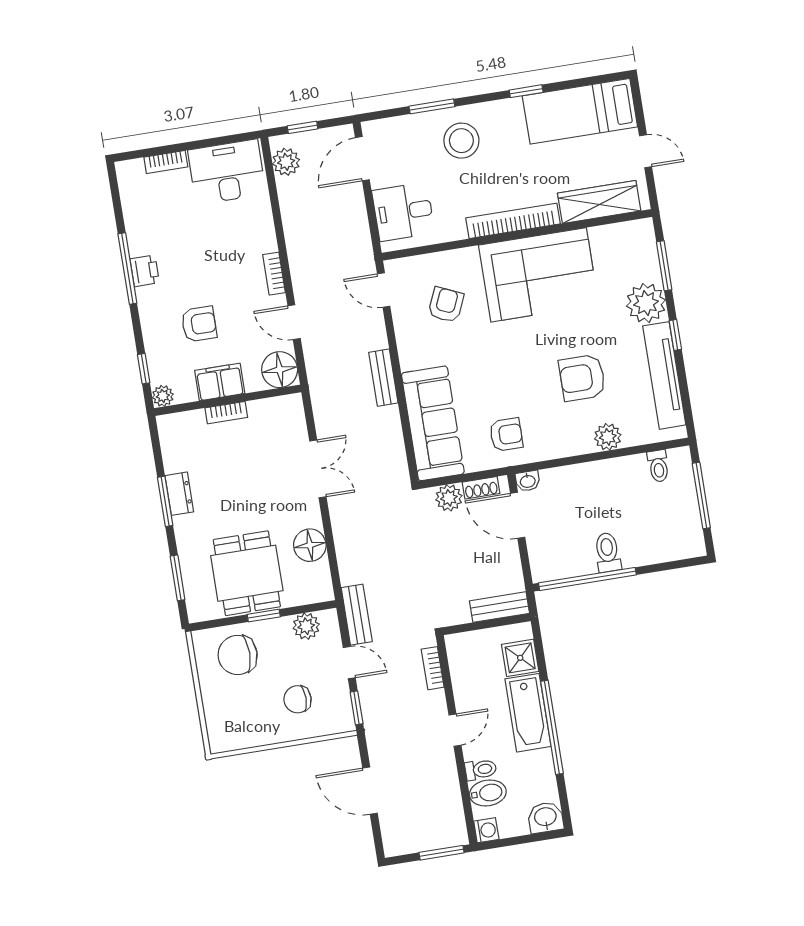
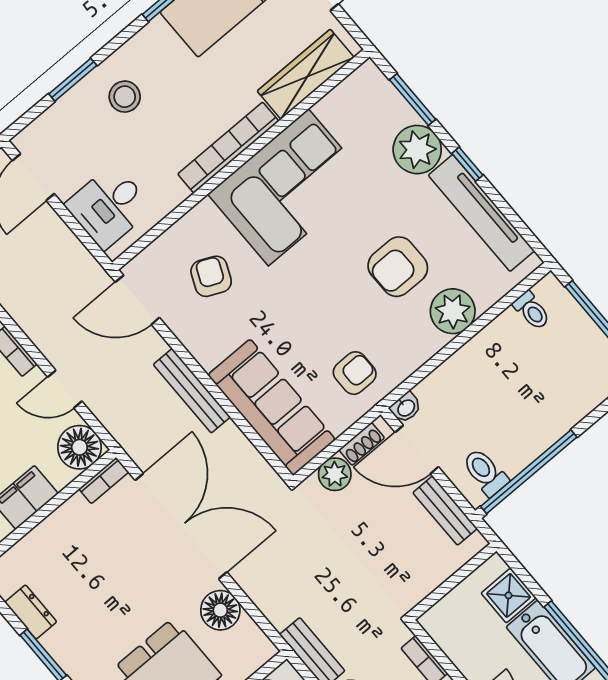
stool: (461, 141) -> (125, 97), width x0.73, depth x0.73
door: (384, 290) -> (137, 300), width x1.37
bench: (383, 378) -> (192, 391), width x1.36
bookcase: (226, 413) -> (104, 480), moved
plant: (608, 437) -> (453, 311), width x1.36, depth x1.36
double door: (318, 469) -> (181, 526), width x1.87
dresser: (179, 494) -> (31, 612), moved
toilet: (608, 552) -> (485, 472), moved
bench: (499, 607) -> (445, 511), moved, turned 90

